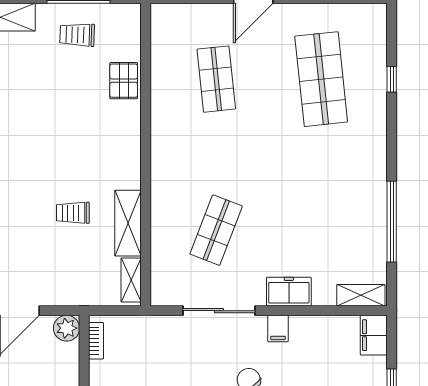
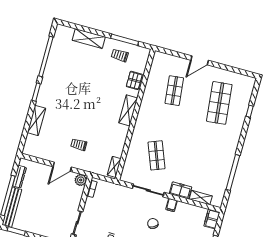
trolley: (73, 213) -> (79, 145), moved
shelving: (128, 223) -> (128, 110), moved
shop shelf: (216, 230) -> (157, 155), turned -42
shelving: (361, 295) -> (201, 198), moved

